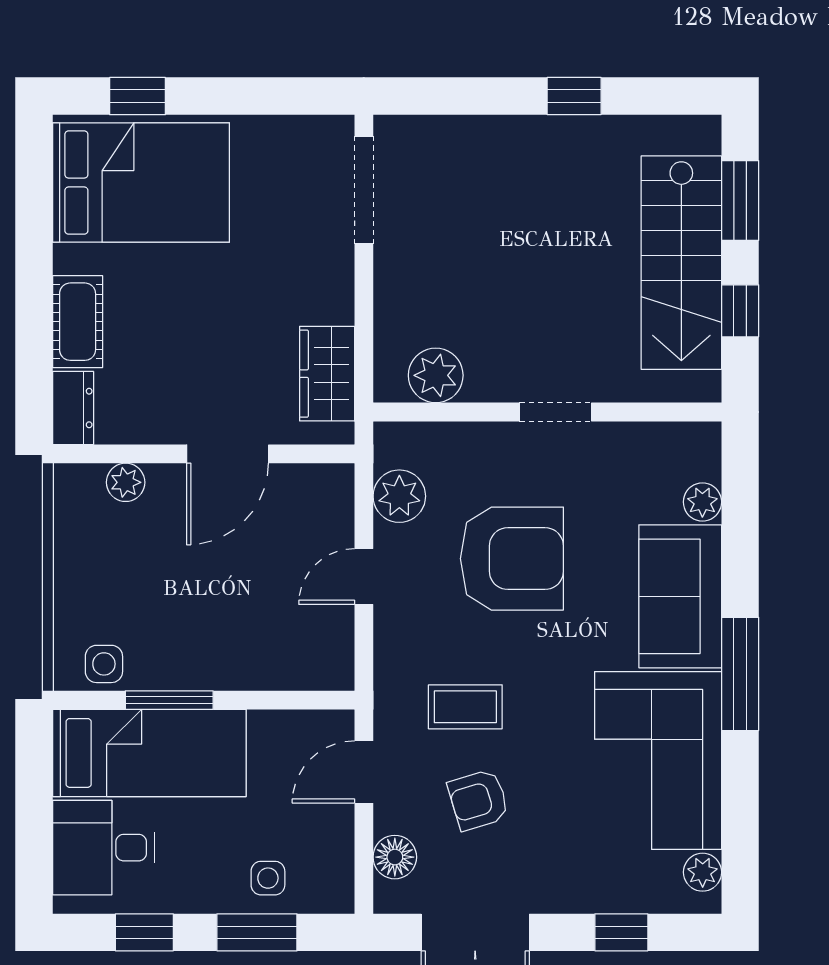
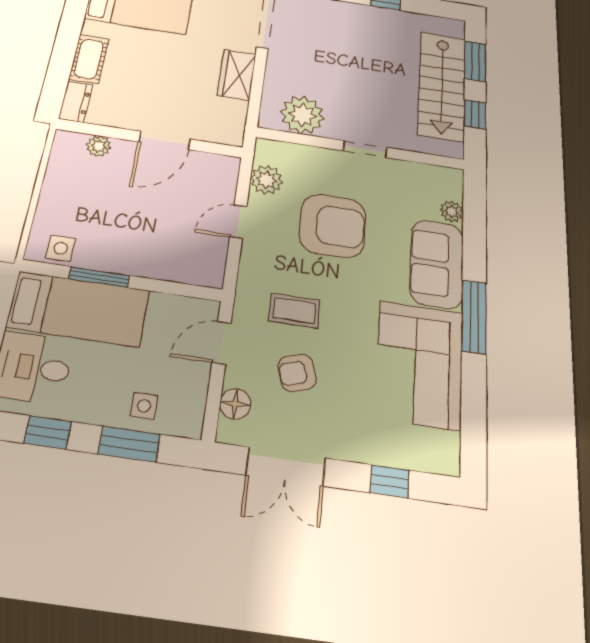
wardrobe: (327, 374) -> (237, 75), moved
plant: (436, 375) -> (302, 115), width x1.36, depth x1.36
plant: (703, 872) -> (448, 446), removed

